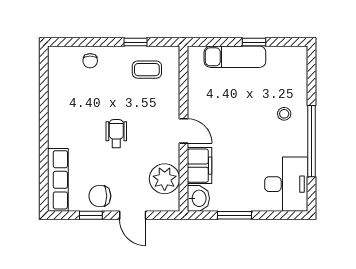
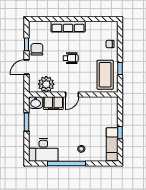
exam couch: (235, 57) -> (112, 144), moved
coffee table: (147, 70) -> (105, 75), width x1.86, depth x1.72
row of seats: (58, 180) -> (68, 27), moved

